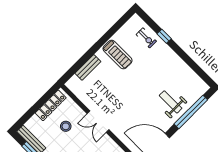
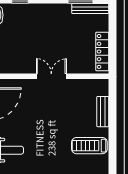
stool: (66, 126) -> (73, 47), removed

